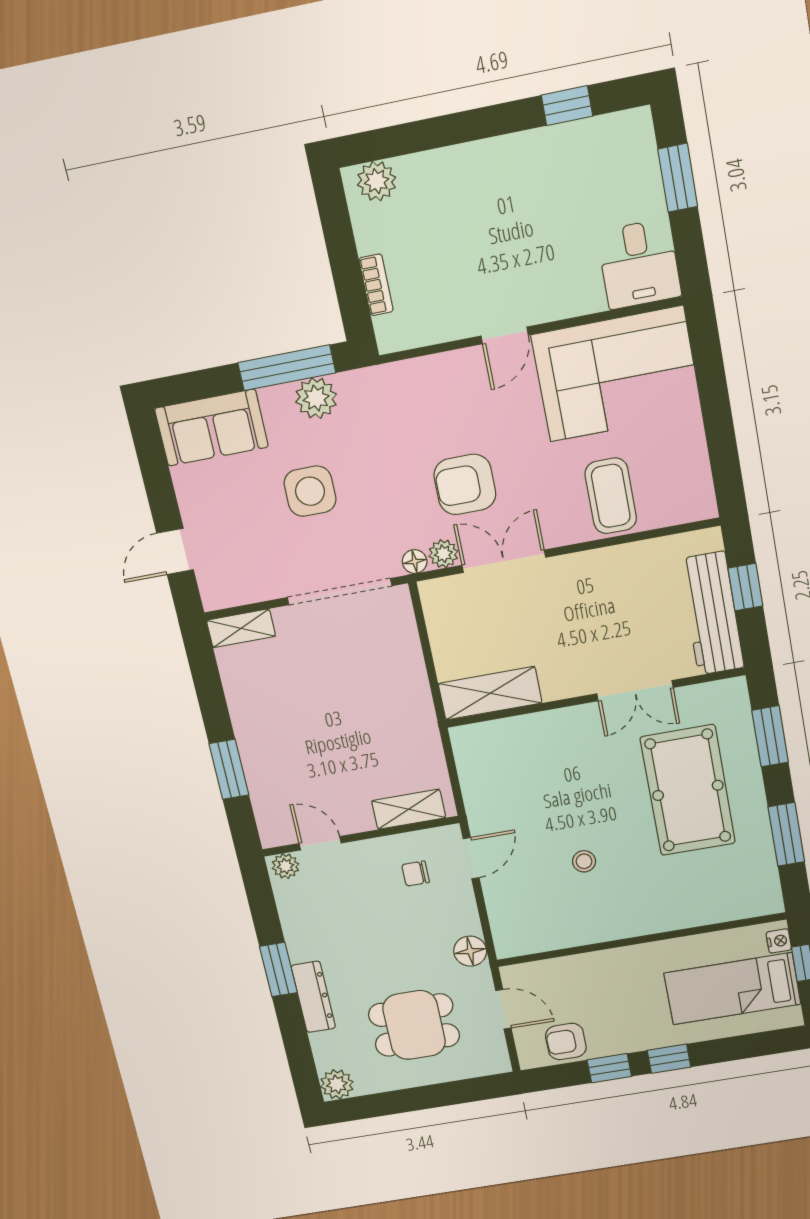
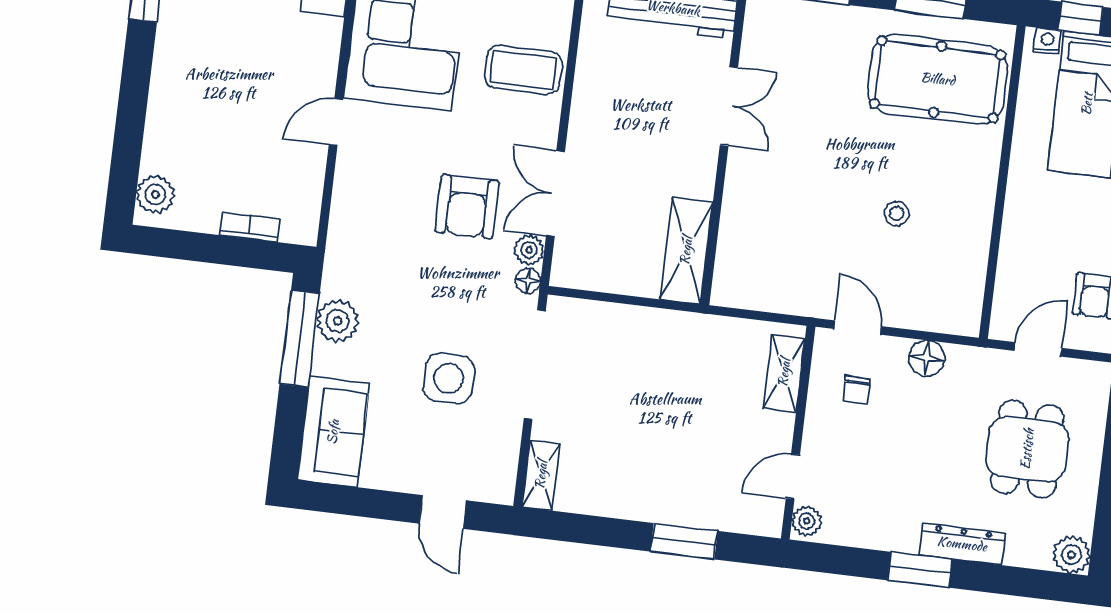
door: (505, 335) -> (336, 122), swing flipped
side table: (310, 491) -> (449, 378), moved
pool table: (688, 790) -> (938, 79), moved
floor lamp: (470, 951) -> (927, 358), moved

